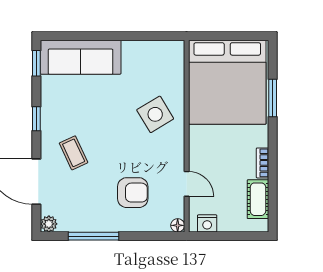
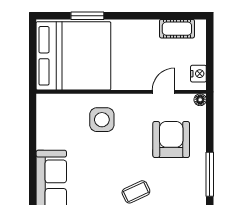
side table: (155, 114) -> (102, 120), turned 31
bookcase: (263, 163) -> (145, 25), removed
armchair: (133, 193) -> (171, 139), width x1.36, depth x1.36

